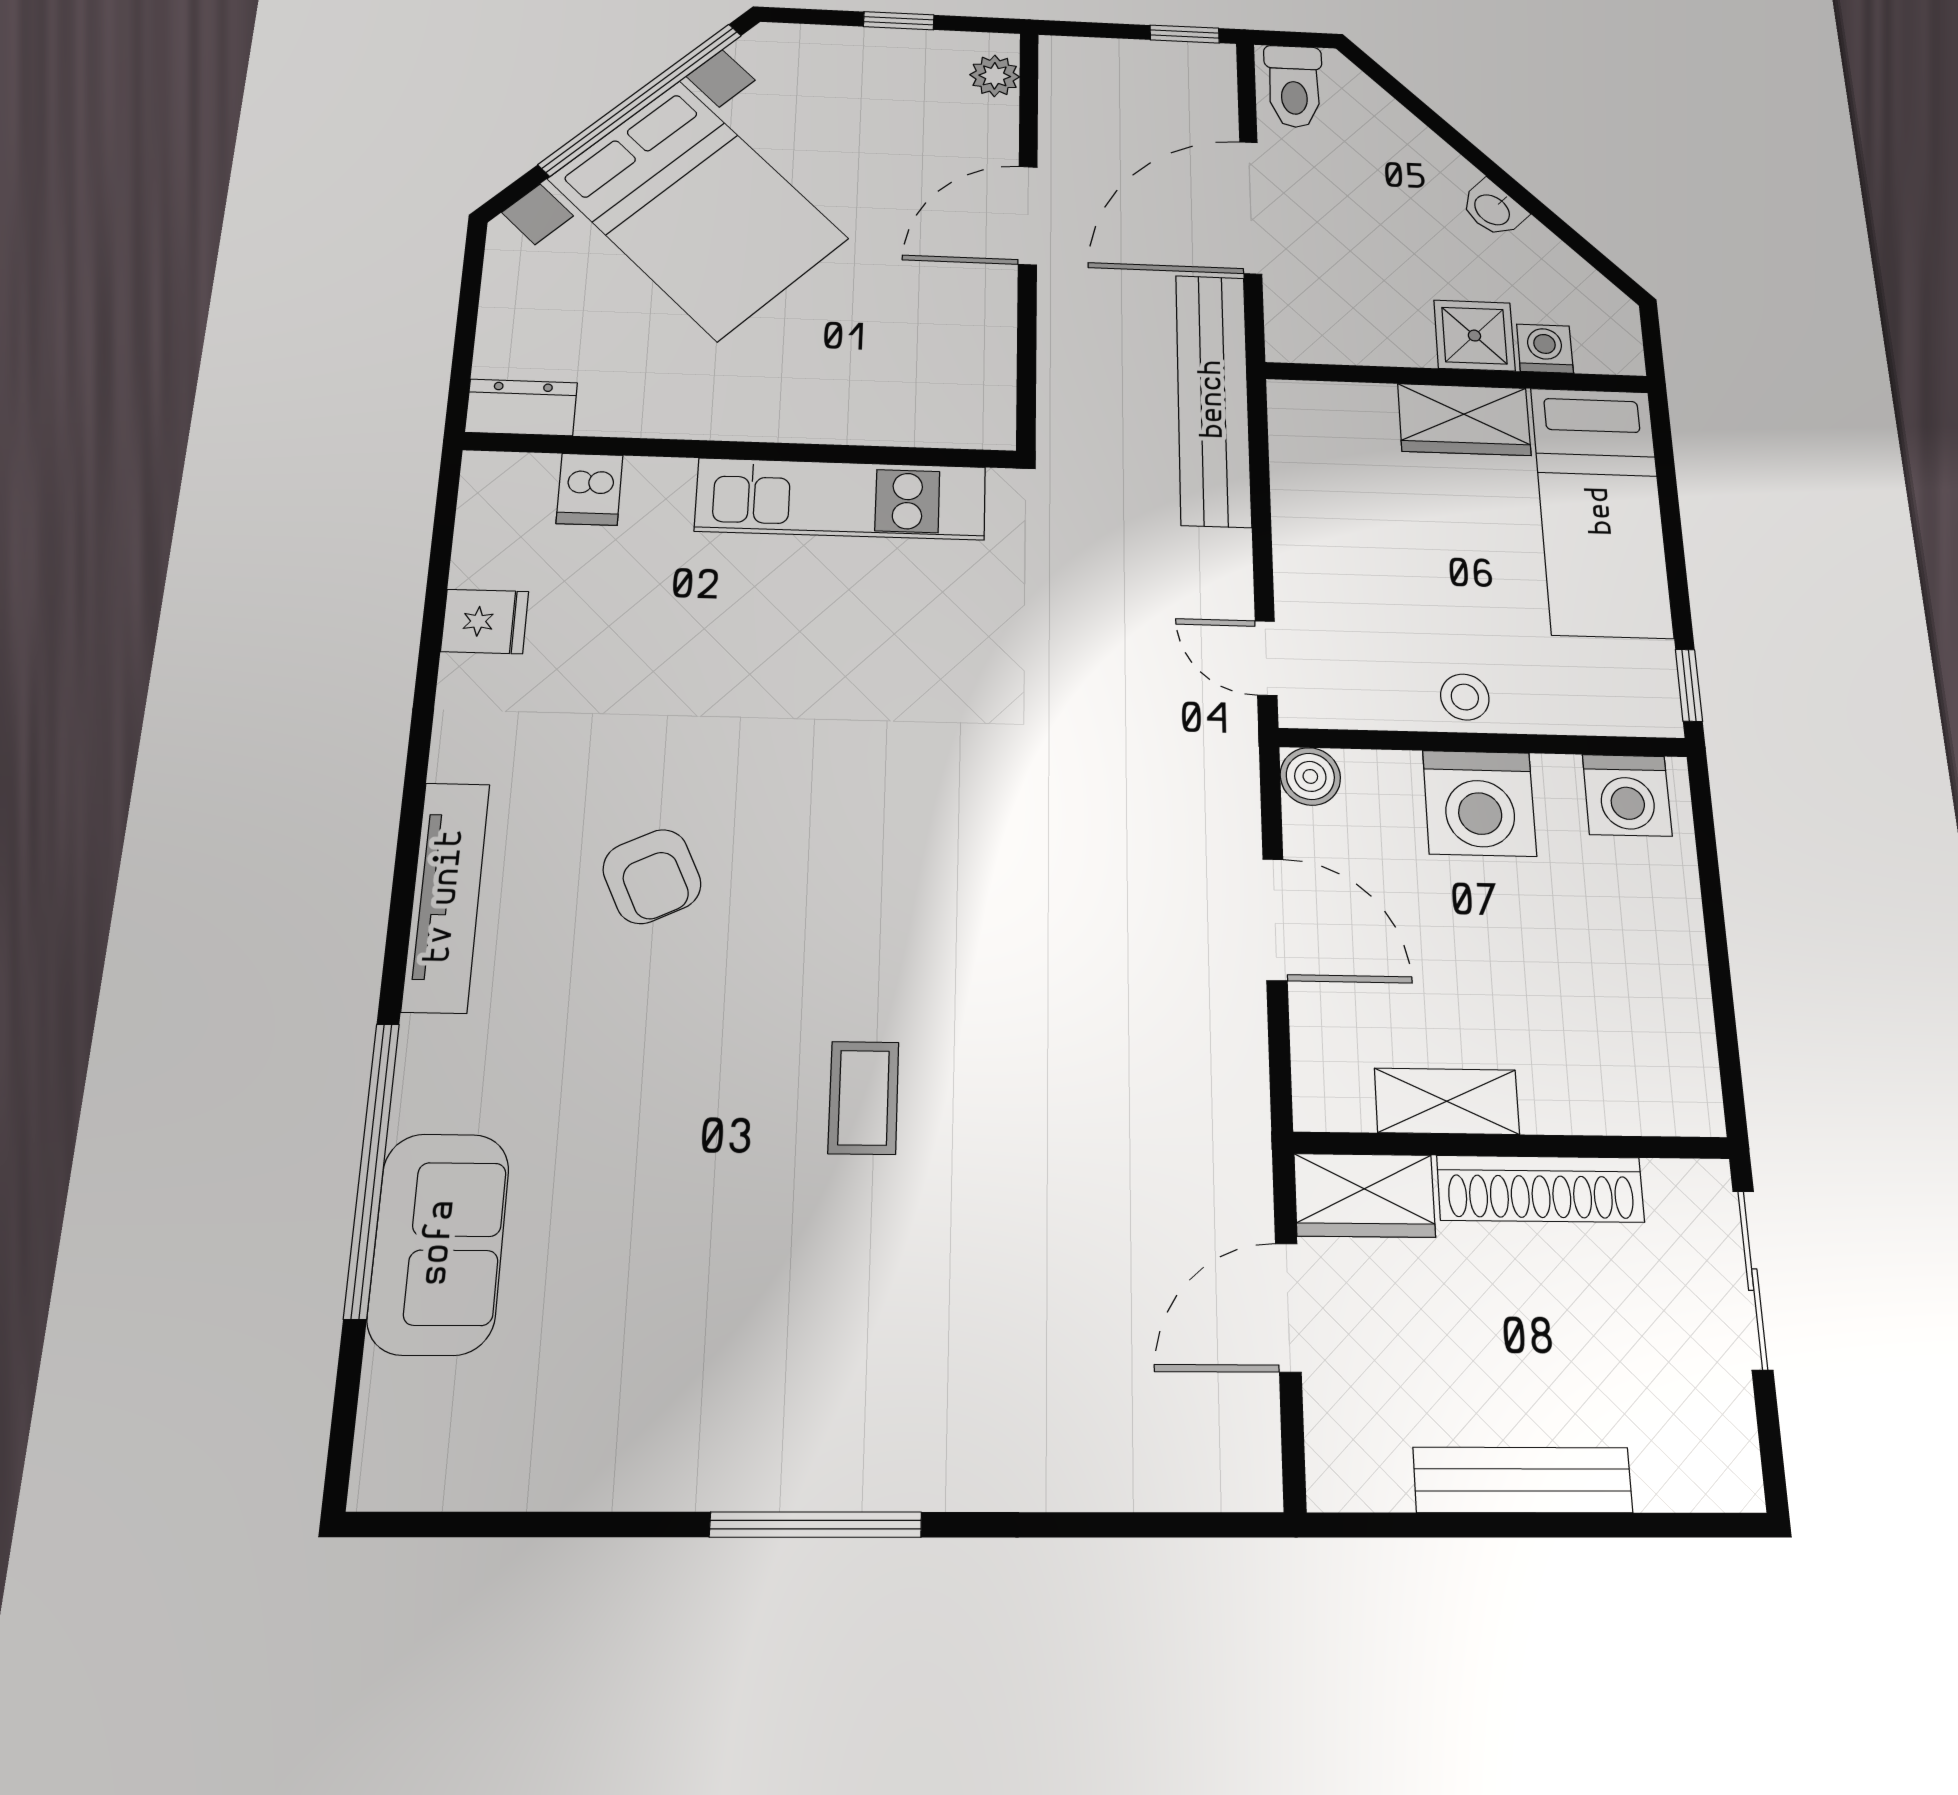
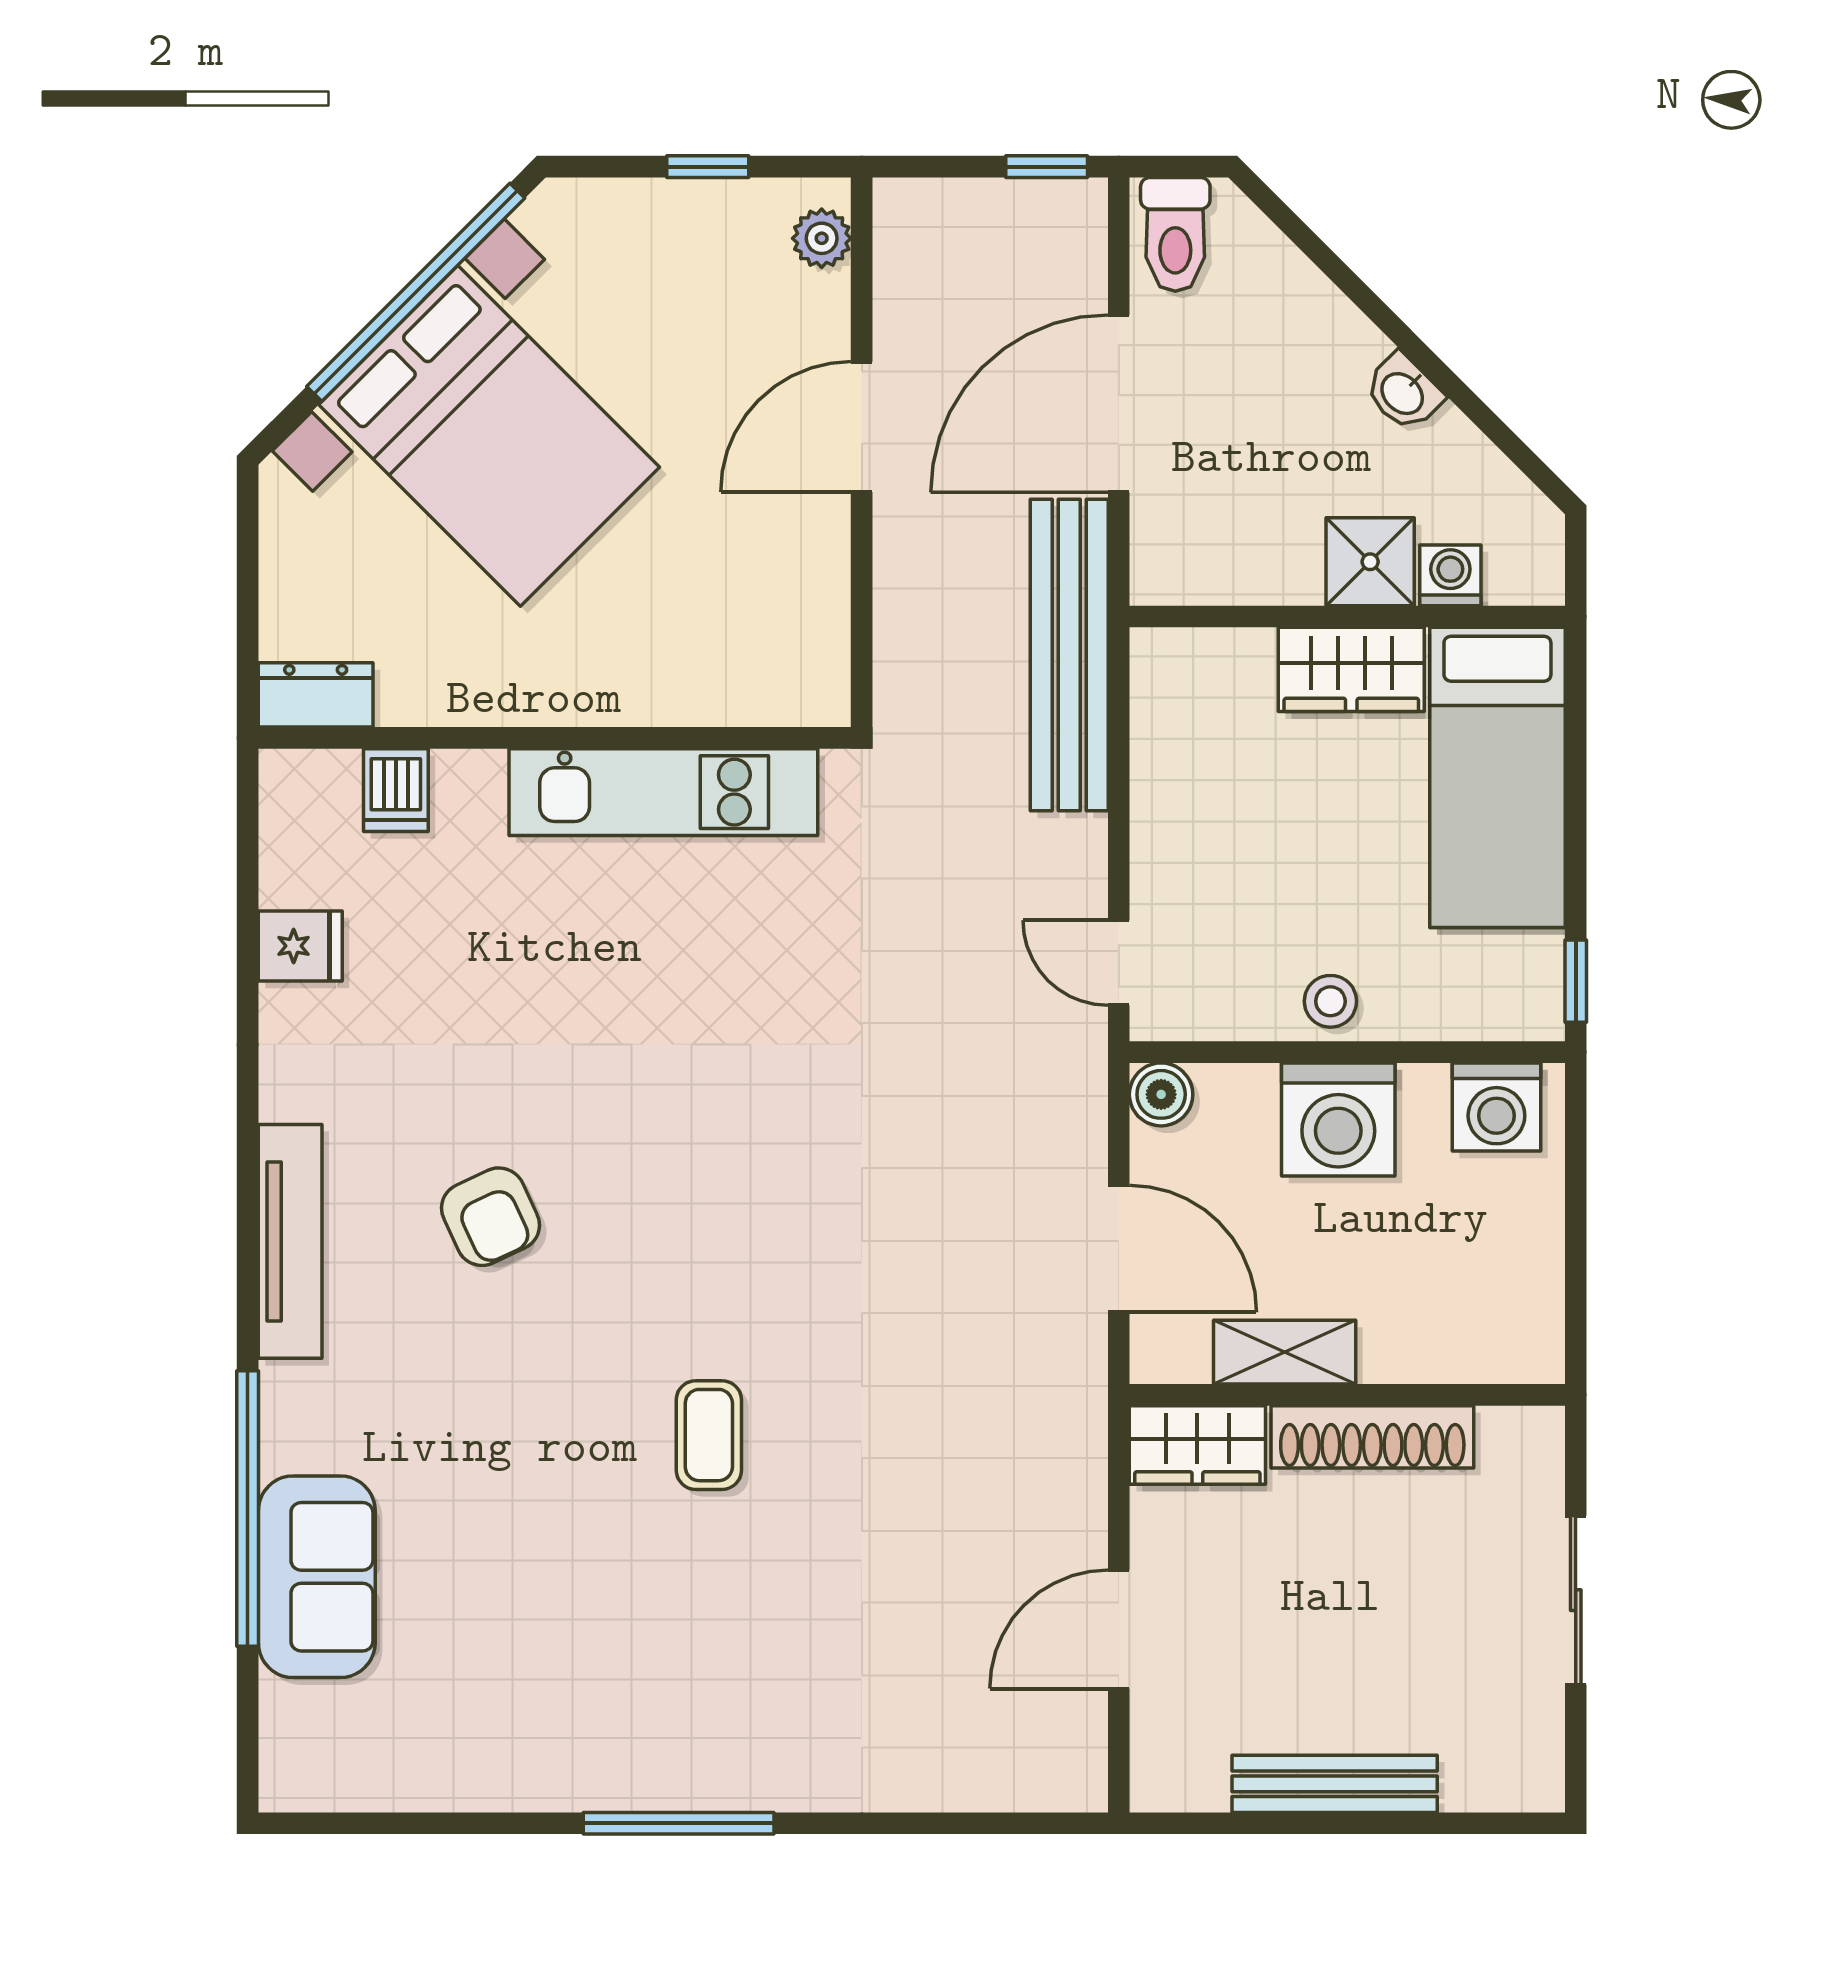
shelving: (1447, 1101) -> (1285, 1352), moved
wall: (1512, 1145) -> (1347, 1395), moved
shoe rack: (1540, 1189) -> (1372, 1437), moved
wardrobe: (1364, 1195) -> (1197, 1445), moved

